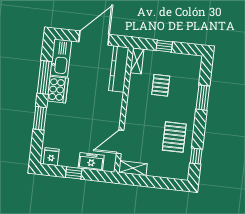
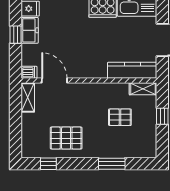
freezer: (91, 162) -> (30, 30), moved
dishwasher: (110, 164) -> (29, 72), added

